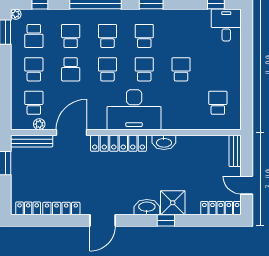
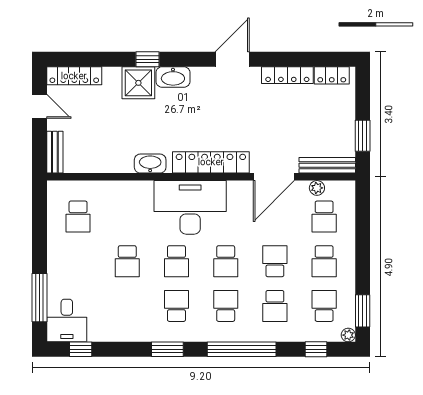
school desk: (107, 36) -> (226, 306), turned 180
school desk: (144, 36) -> (176, 306), turned 180
window: (247, 42) -> (40, 298), added

